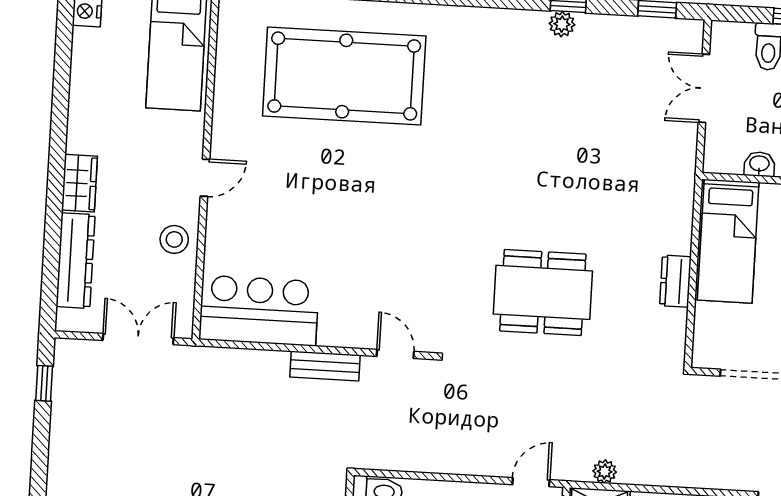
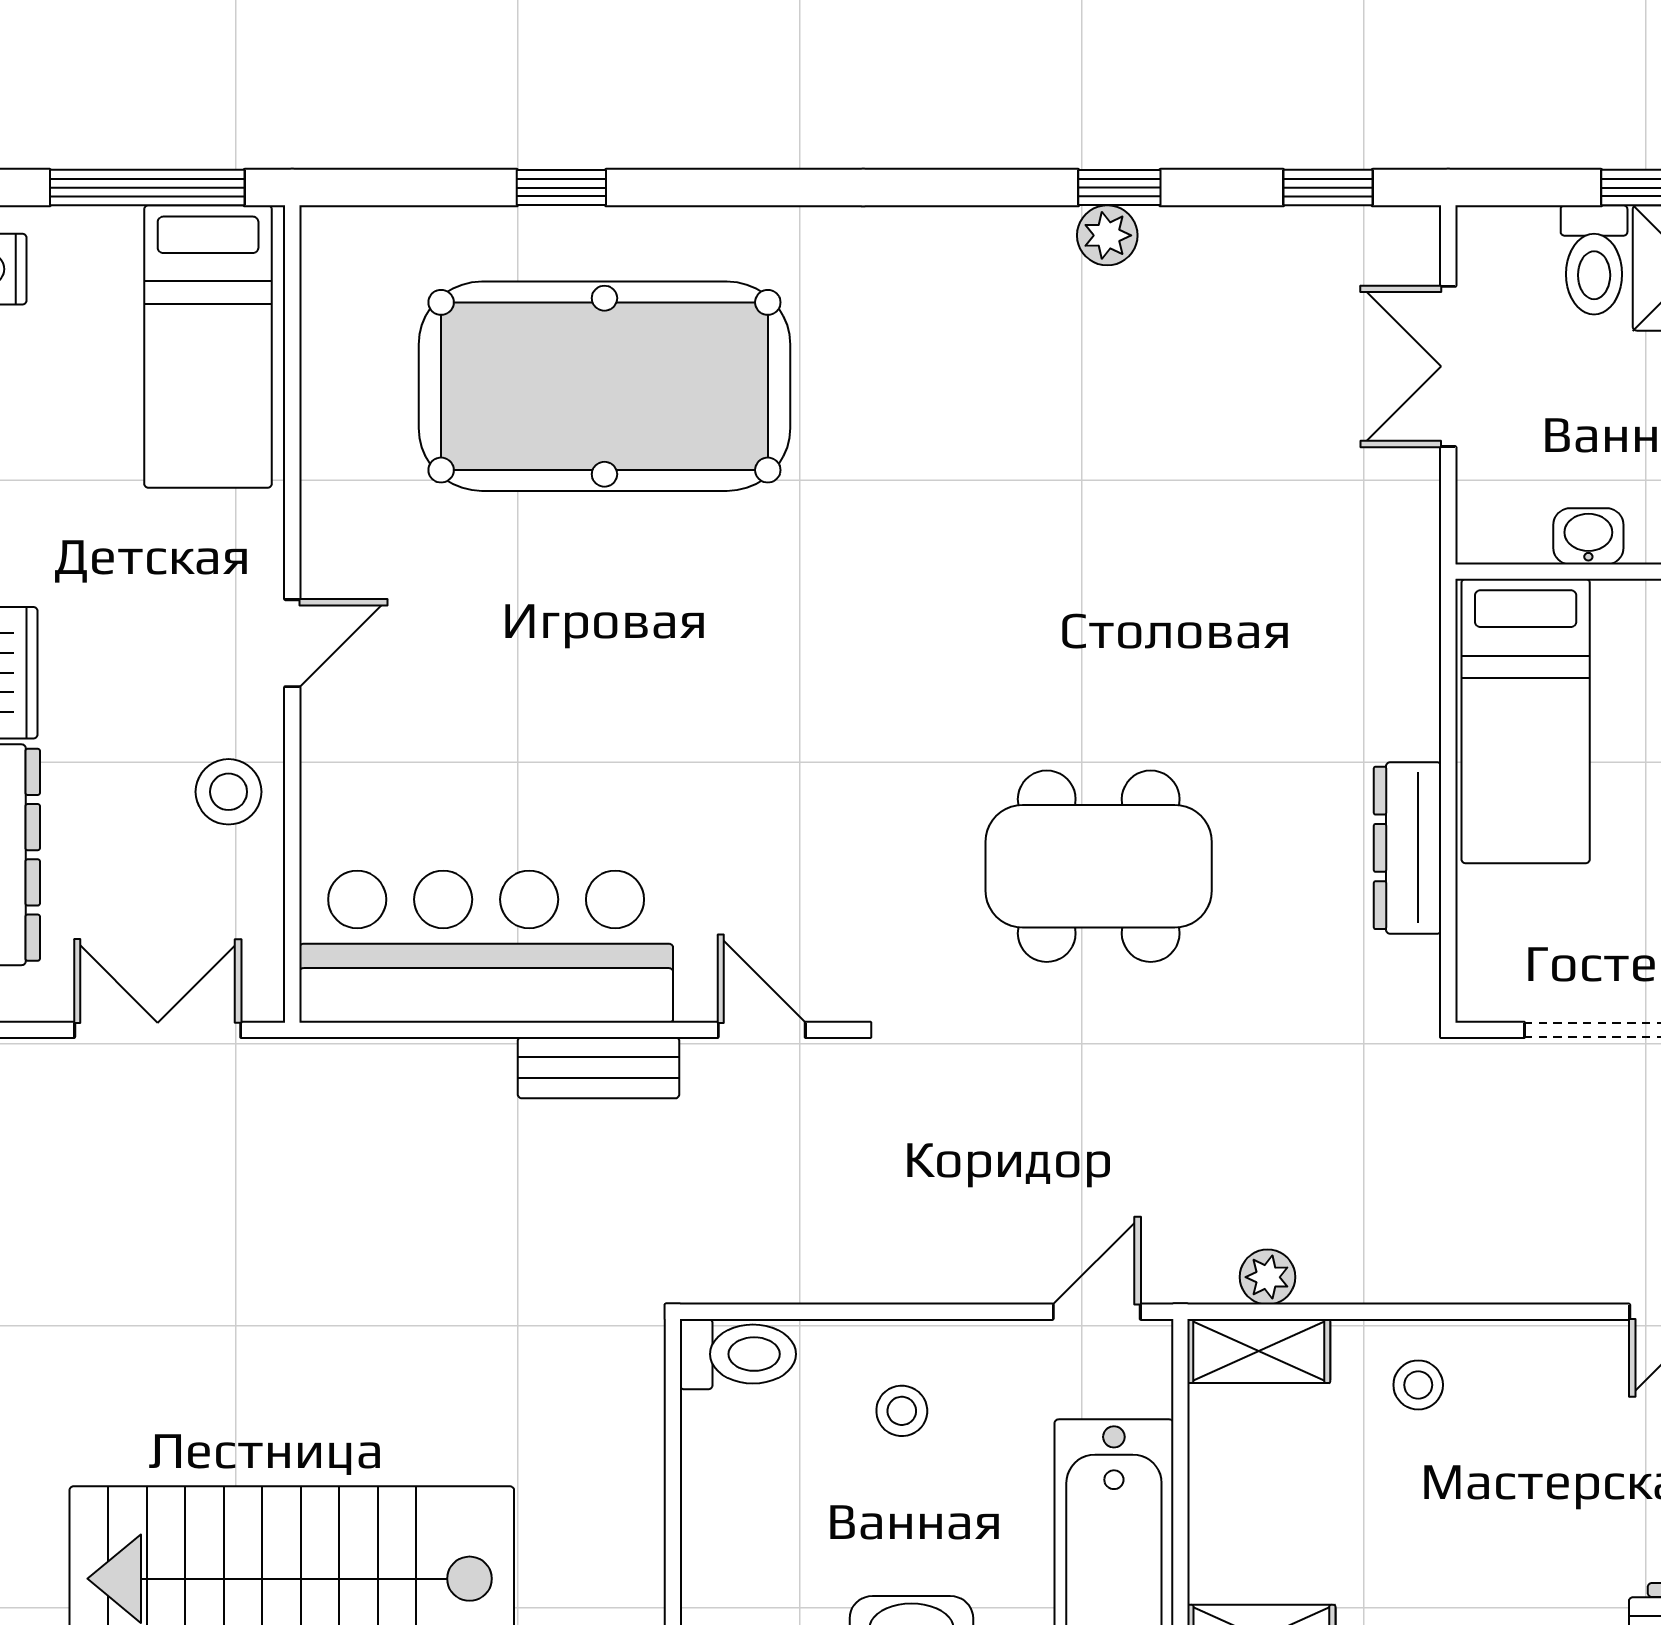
dresser: (675, 281) -> (1408, 848), width x1.44
bar counter: (259, 310) -> (486, 947), width x1.36

